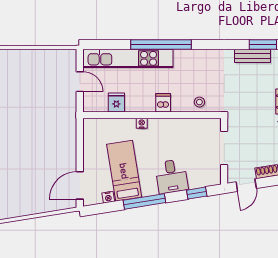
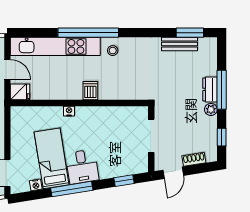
fridge: (116, 102) -> (20, 92), moved, turned 90
stool: (199, 102) -> (113, 51), moved
desk: (171, 176) -> (82, 167), moved

